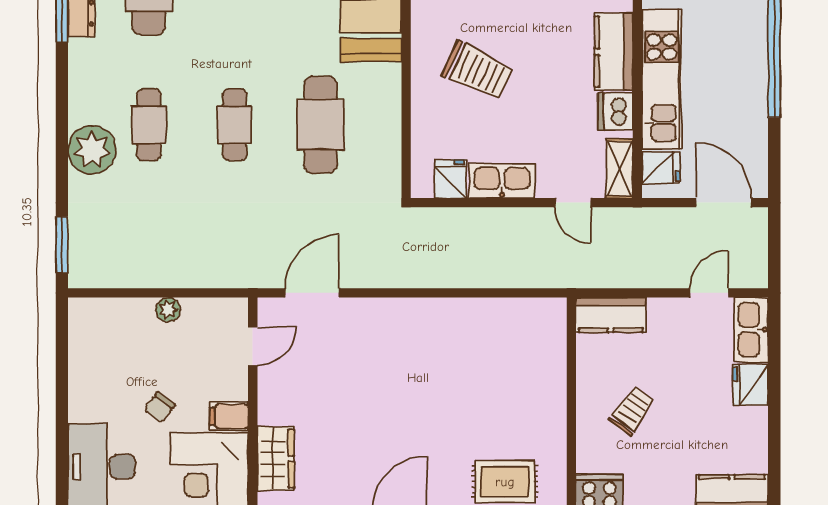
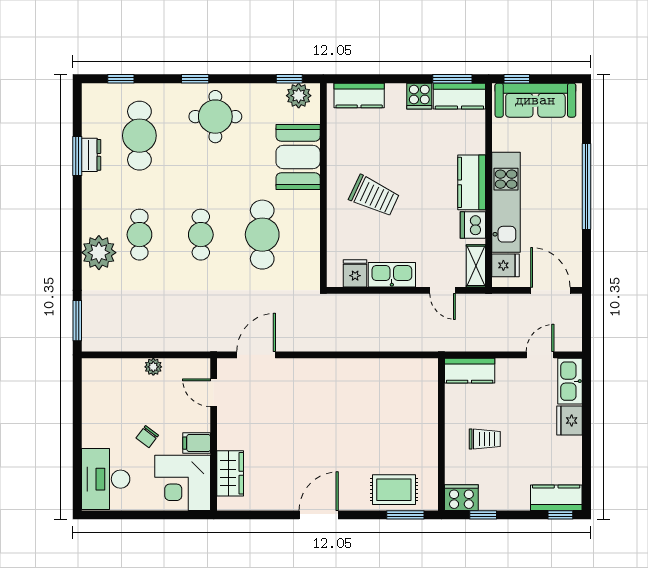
door: (253, 346) -> (214, 393), swing flipped
trolley: (632, 411) -> (485, 439), turned 55

